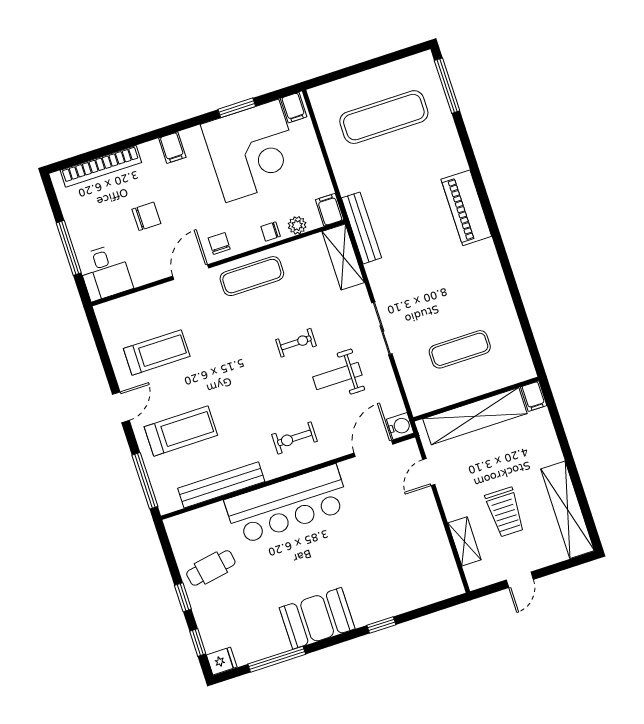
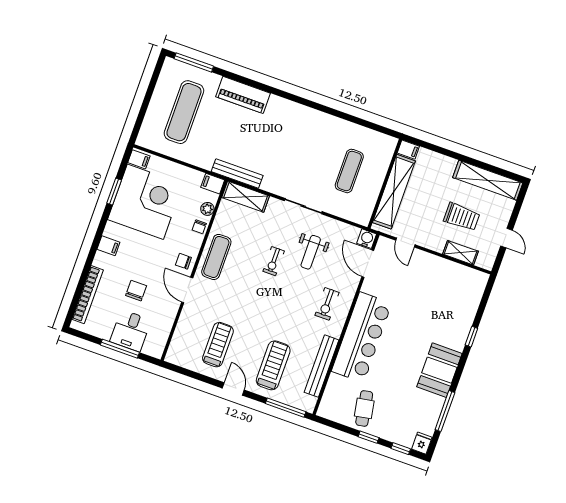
piano: (466, 208) -> (243, 95), moved
desk: (105, 272) -> (131, 331), moved, turned 90
exercise bike: (296, 343) -> (274, 261), turned 180

